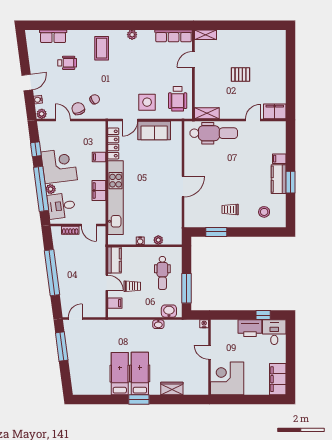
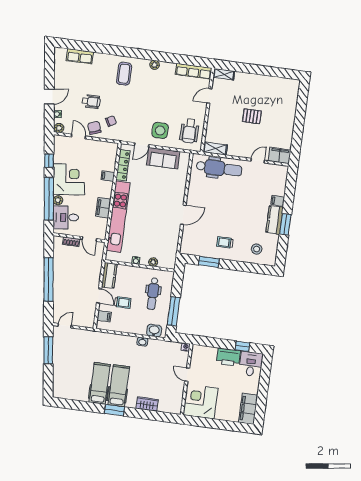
wheelchair: (67, 63) -> (91, 102), moved

